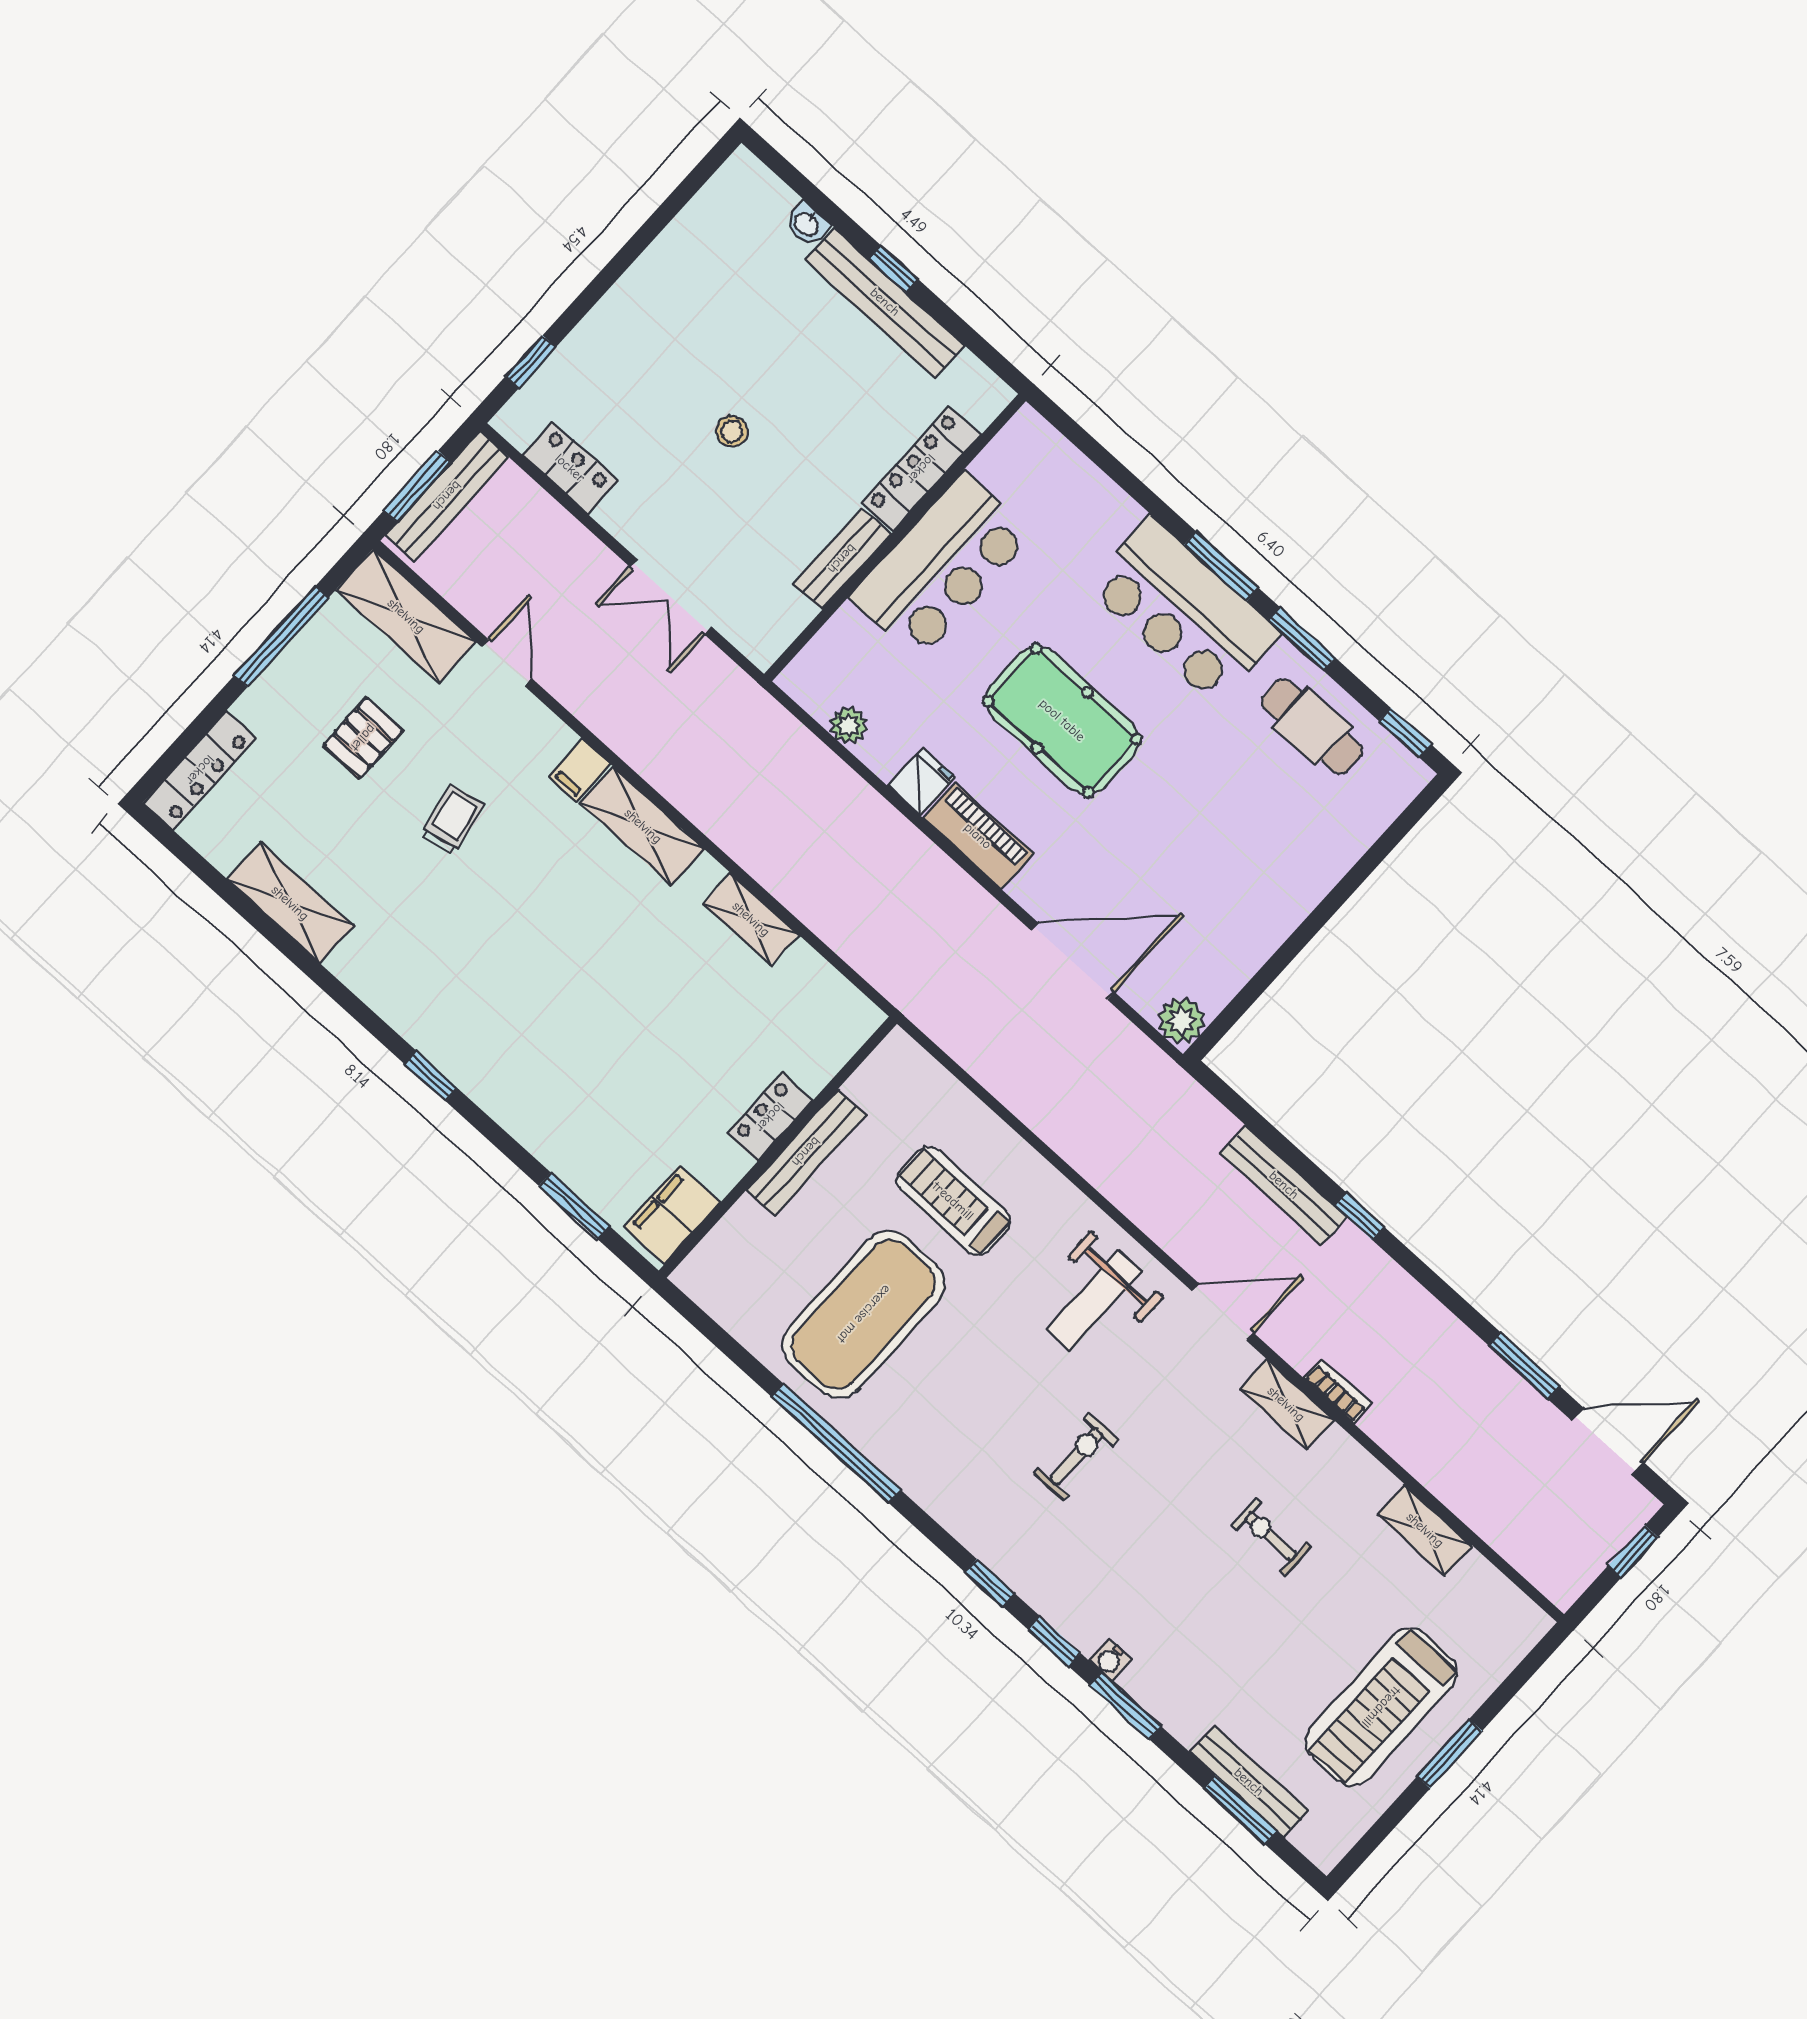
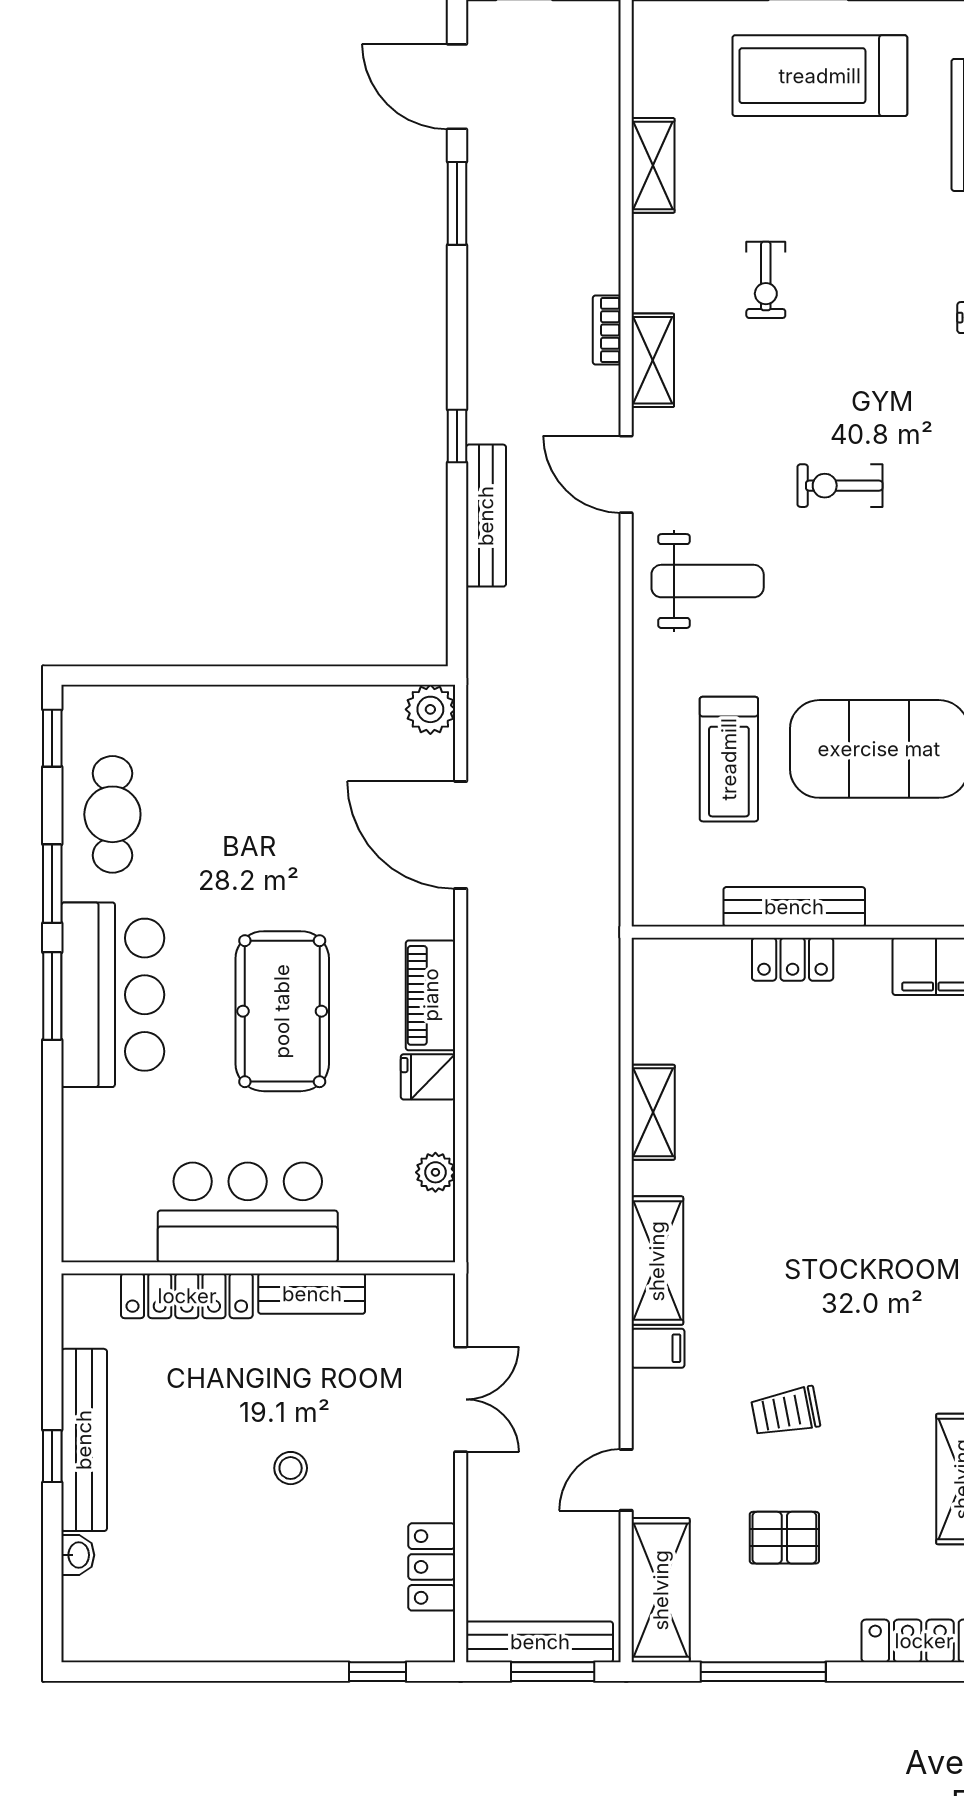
treadmill: (1381, 1707) -> (820, 76), turned 180

